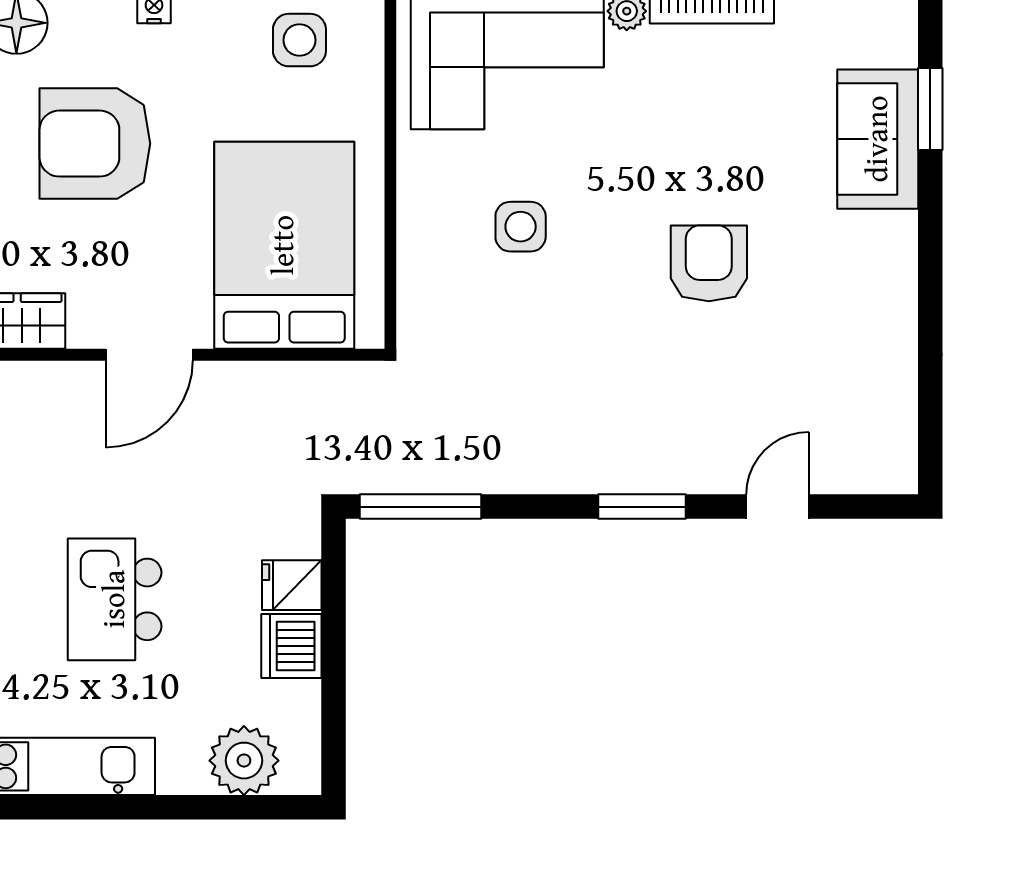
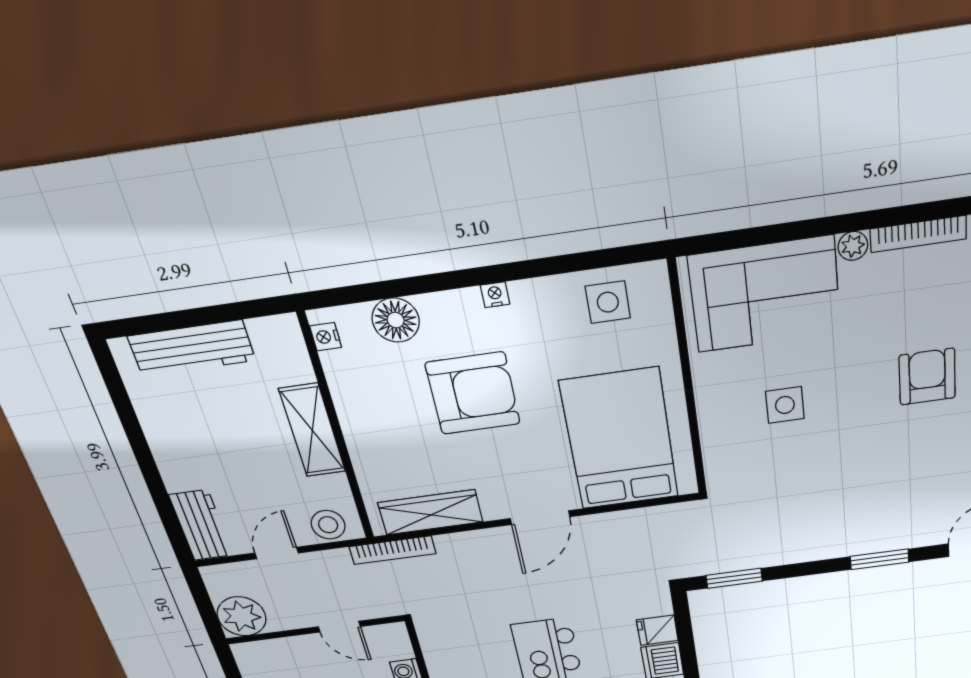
armchair: (95, 144) -> (473, 393), turned 180
armchair: (709, 263) -> (927, 377), moved
window: (420, 507) -> (734, 578), width x0.69

